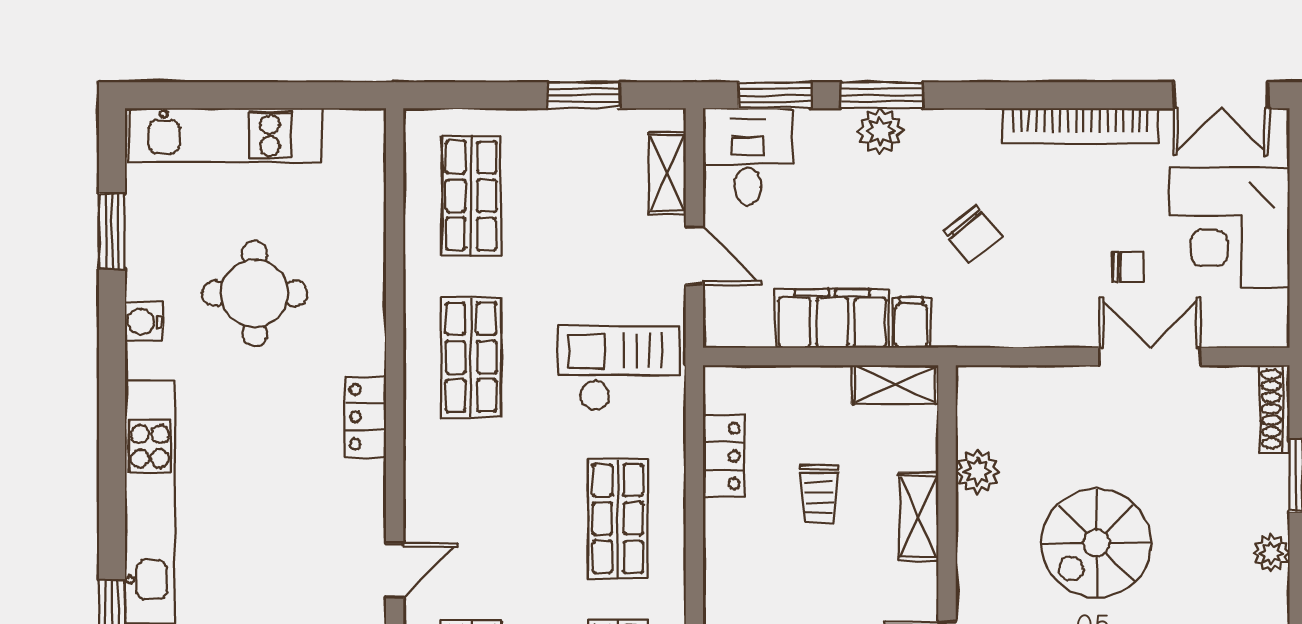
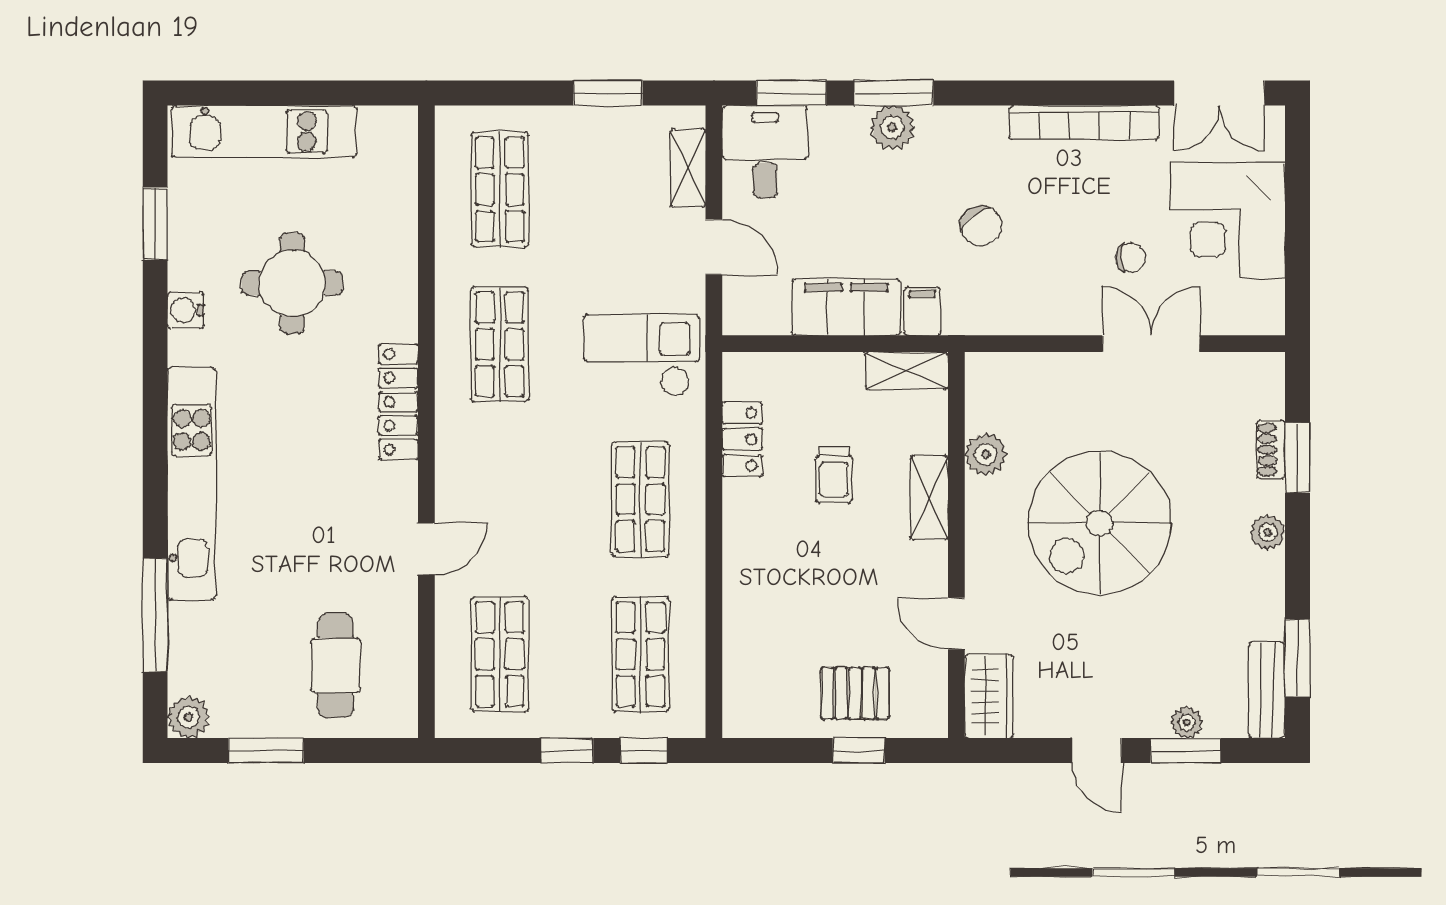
shoe rack: (1275, 409) -> (1271, 450), moved, width x0.70
locker: (365, 417) -> (398, 402), width x1.53
spiral stairs: (1096, 543) -> (1100, 523), width x1.37, depth x1.37

